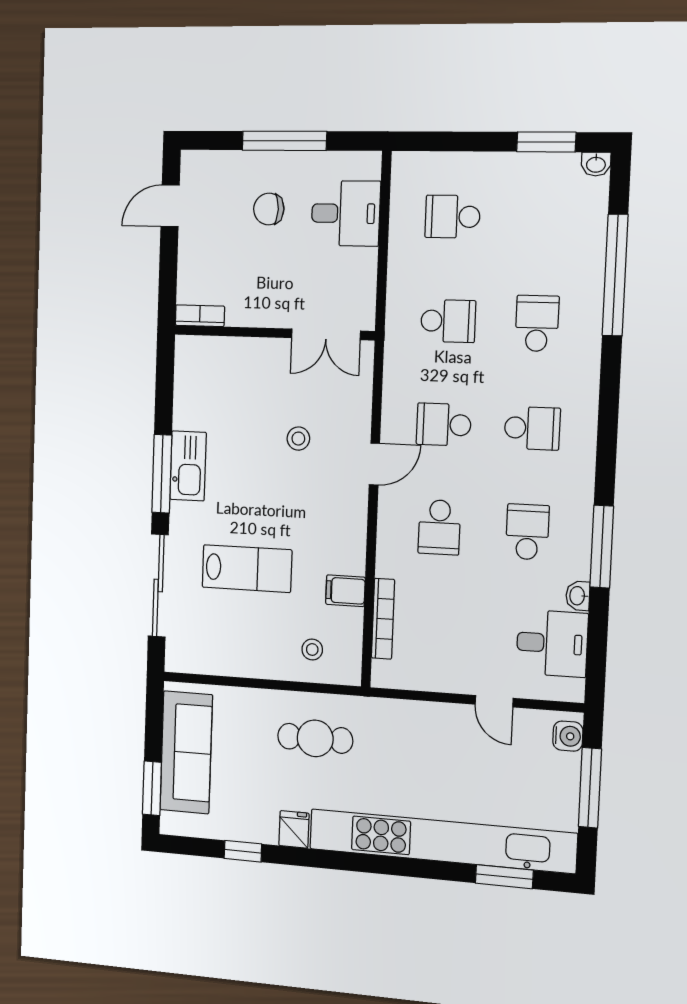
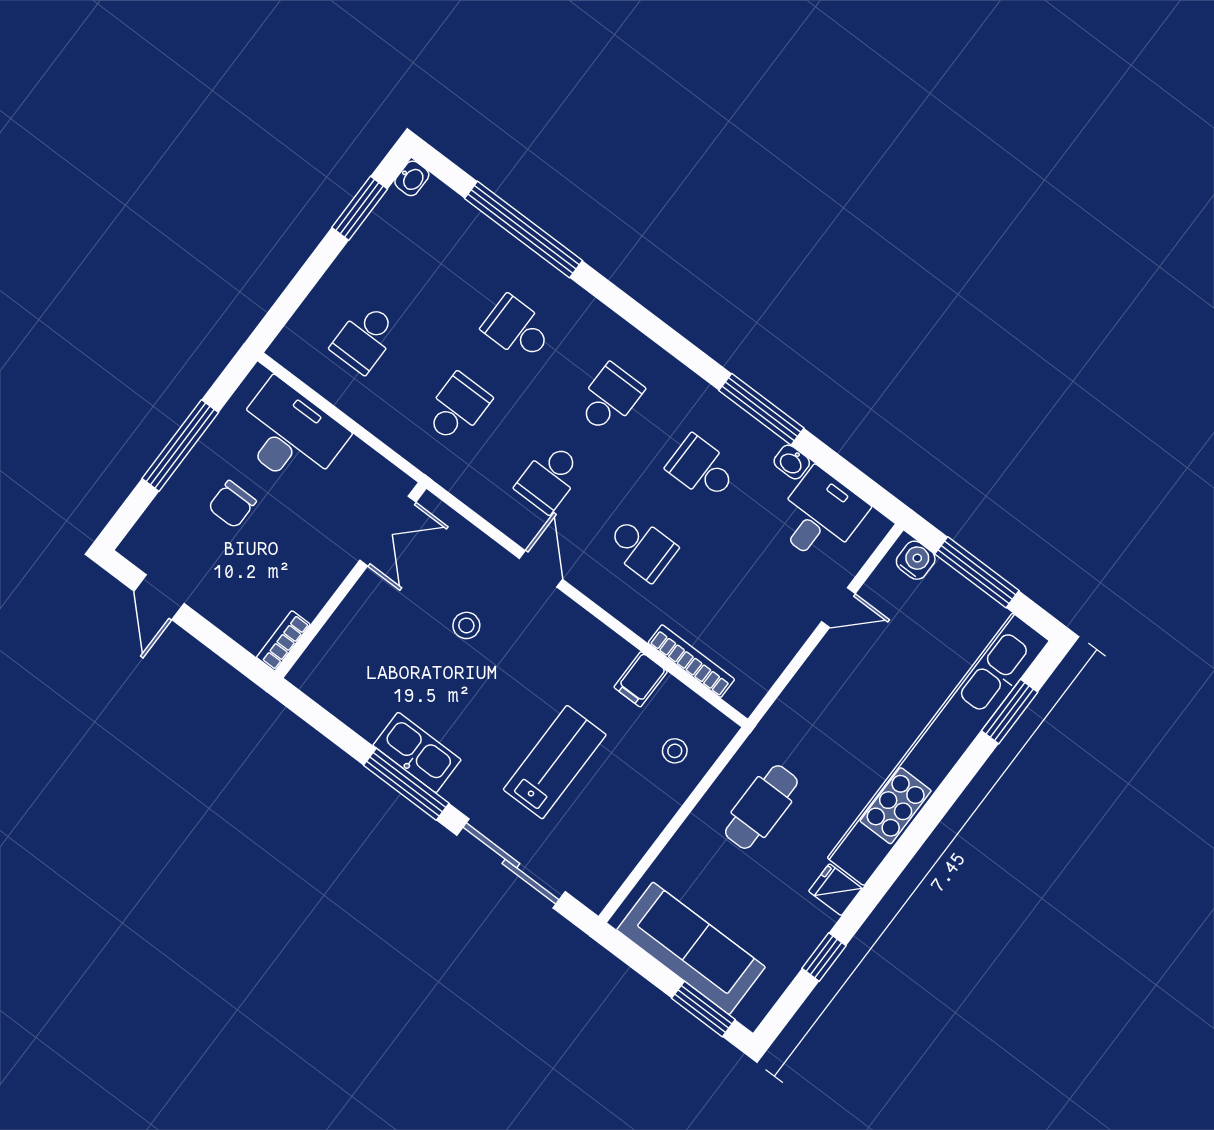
desk: (346, 213) -> (290, 435), width x1.37

